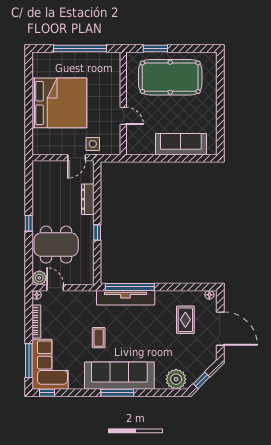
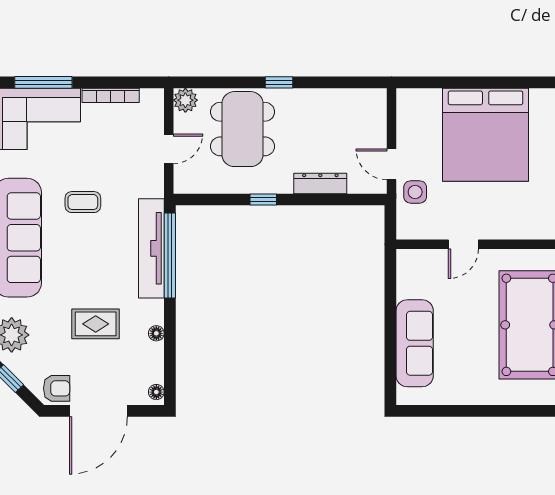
door: (55, 288) -> (169, 149), moved
floor lamp: (37, 295) -> (156, 333), moved
rug: (185, 320) -> (96, 324), moved
armchair: (207, 353) -> (57, 388), added

